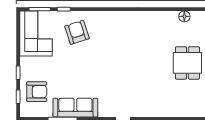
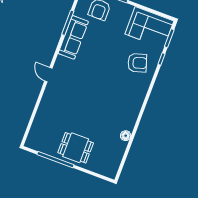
floor lamp: (184, 16) -> (126, 136), moved

